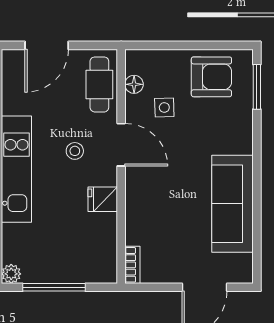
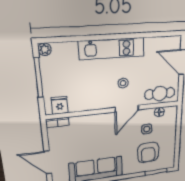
armchair: (211, 77) -> (148, 153), moved
fridge: (103, 199) -> (60, 105), moved

